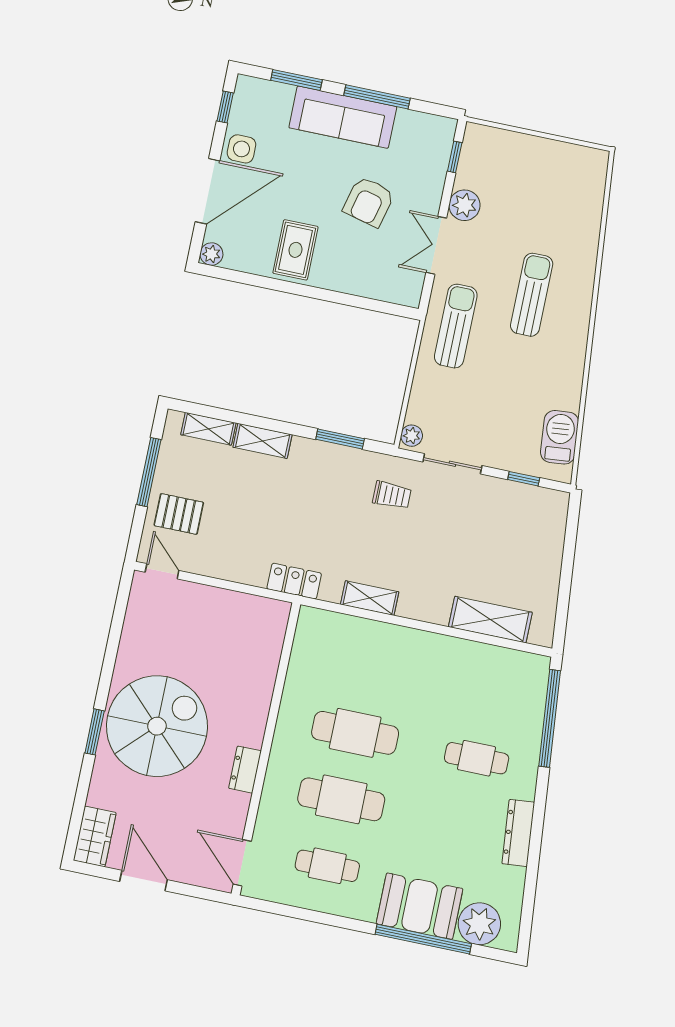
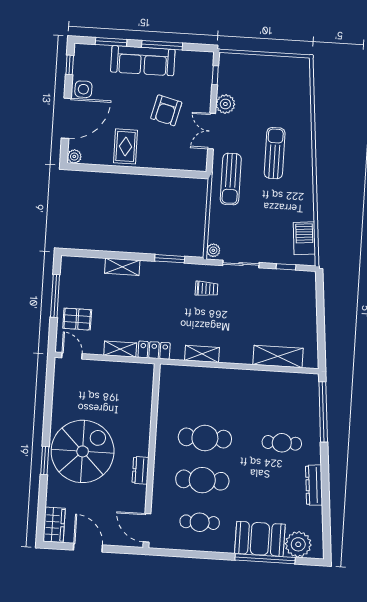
sun lounger: (456, 326) -> (231, 179), turned 180
shelving: (208, 429) -> (120, 349), moved

